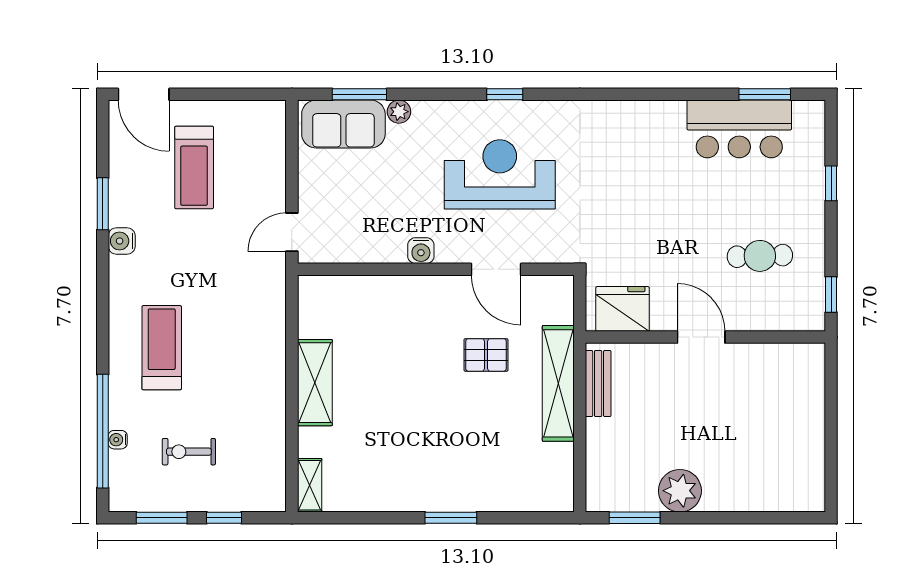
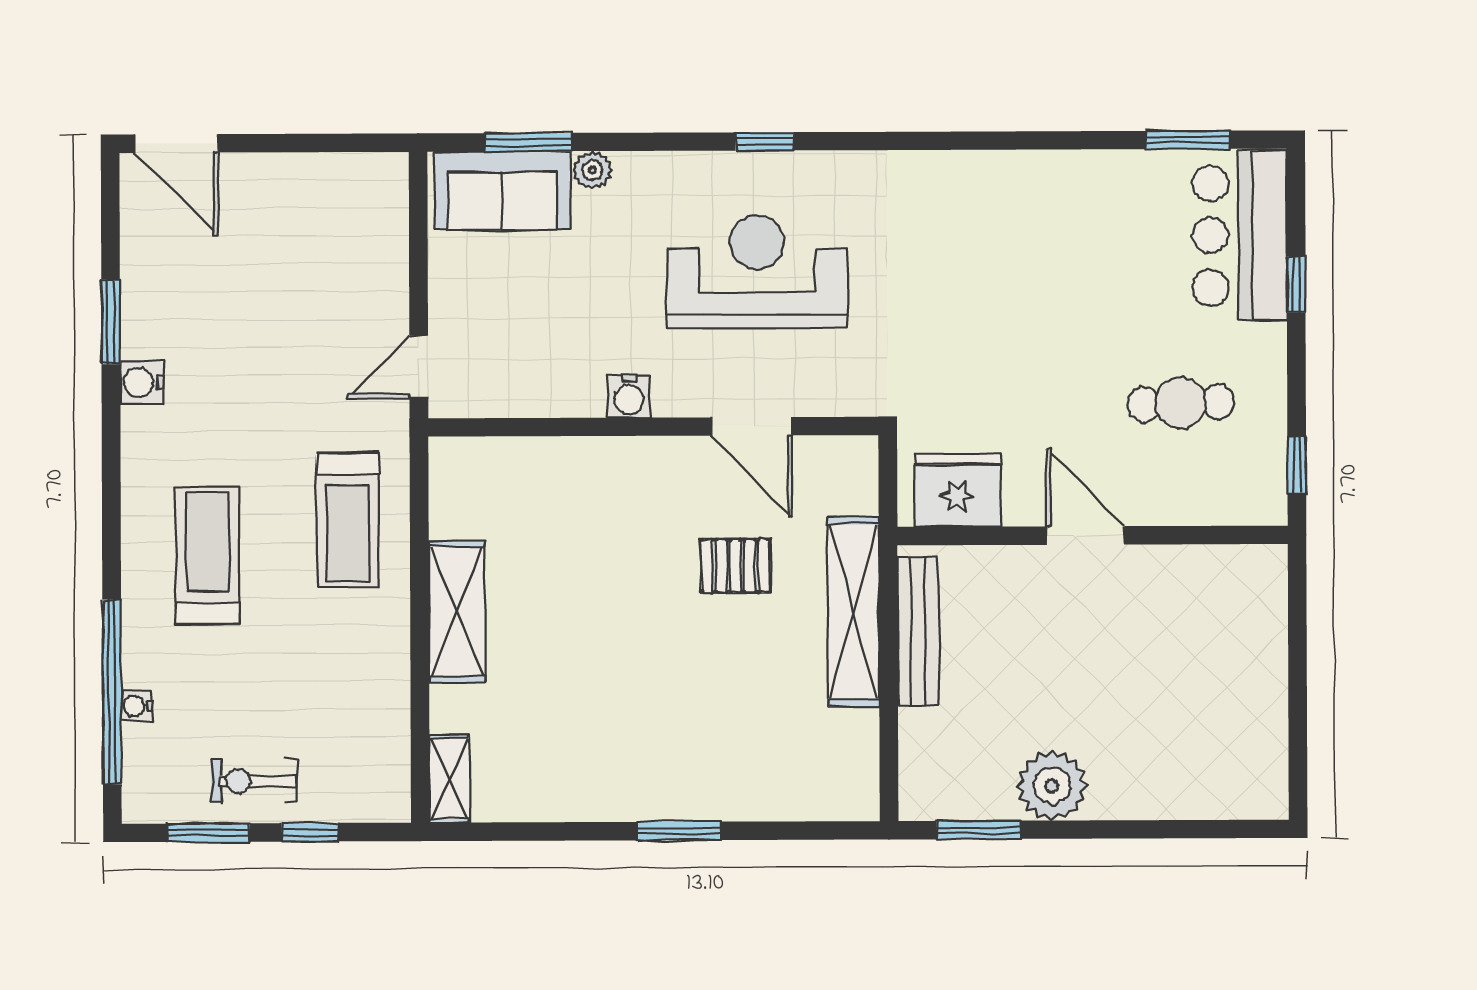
bar counter: (739, 129) -> (1240, 235), moved, turned 90
treadmill: (194, 167) -> (348, 520), moved
bench: (598, 384) -> (918, 631), width x1.36
exercise bike: (189, 452) -> (254, 781), moved

